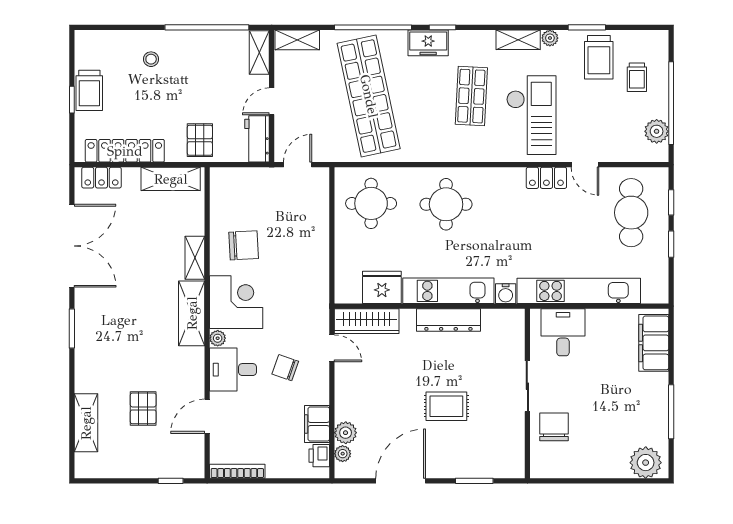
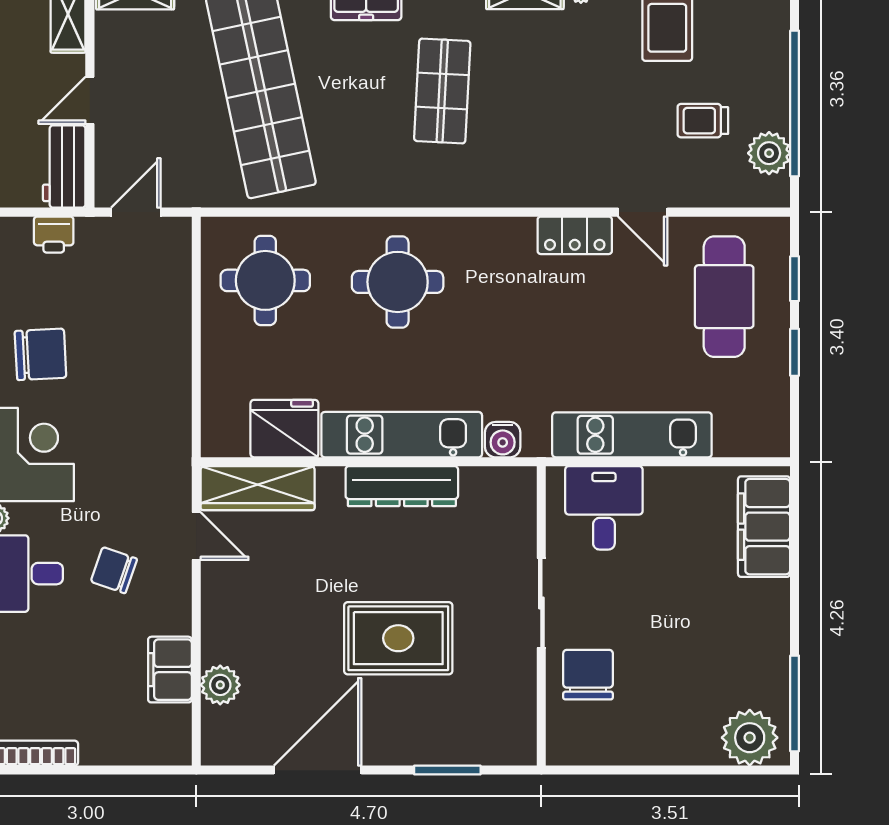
trolley: (637, 77) -> (703, 121), moved, turned 90
checkout: (531, 115) -> (548, 125), removed
kitchen unit: (579, 291) -> (632, 435), width x0.73
rug: (446, 406) -> (398, 638), width x1.36, depth x1.43
window: (671, 412) -> (795, 703), moved
plant: (343, 454) -> (215, 722), removed
printer: (319, 456) -> (54, 235), moved, turned -90

